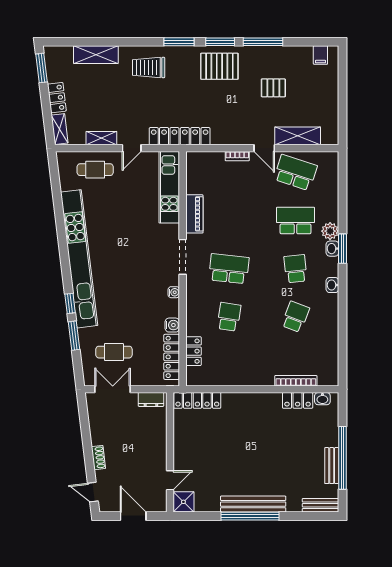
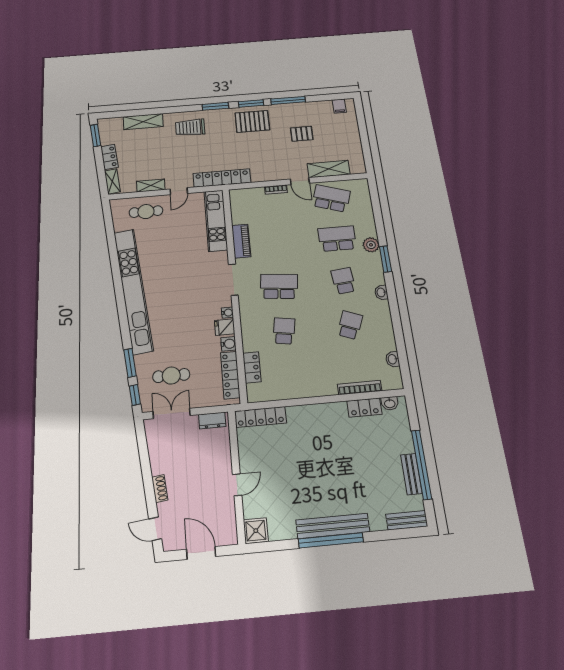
washbasin: (332, 249) -> (393, 359), moved
window: (70, 303) -> (135, 395), moved
fridge: (170, 307) -> (225, 327), added
door: (170, 480) -> (237, 485), moved

